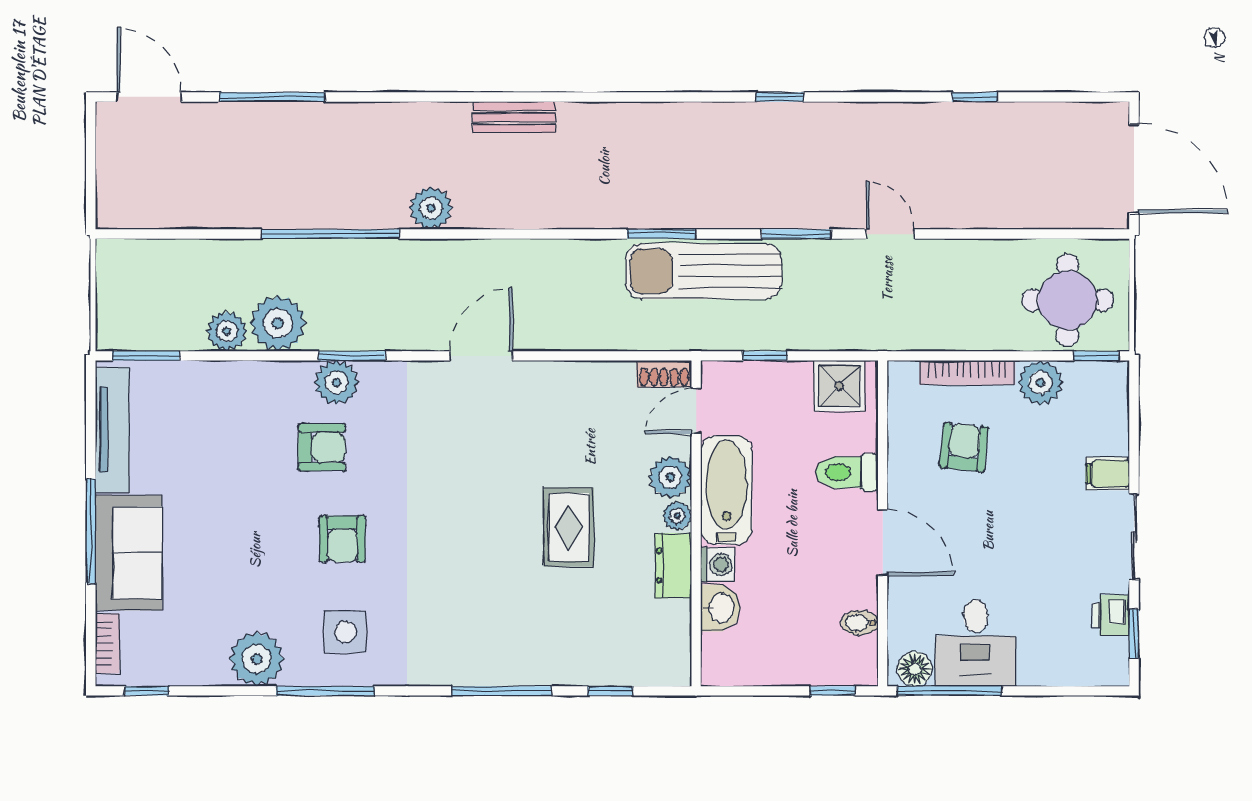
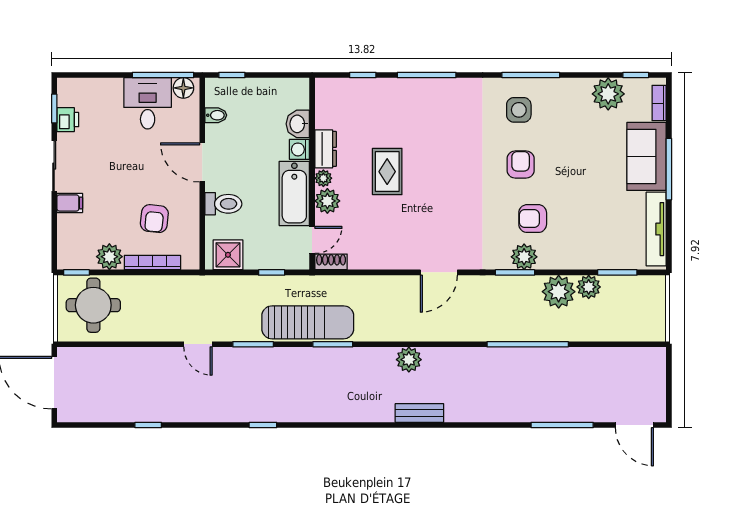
plant: (431, 208) -> (409, 360), moved
window: (146, 356) -> (617, 272), moved
plant: (257, 659) -> (608, 94), moved

